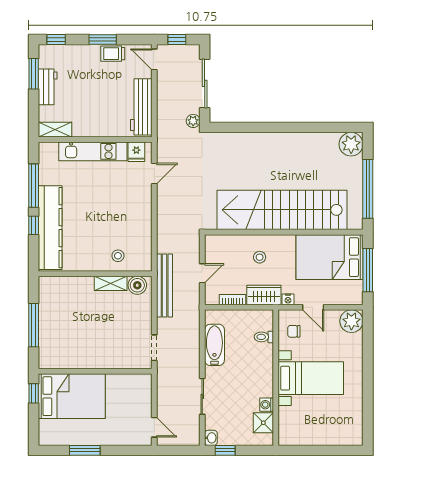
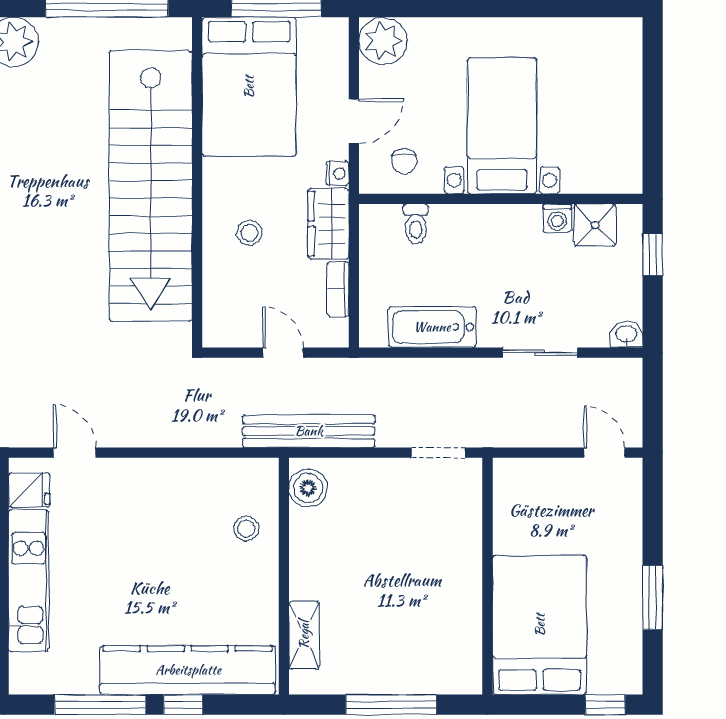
shelving: (111, 283) -> (304, 635), moved
window: (34, 393) -> (605, 705), moved
door: (154, 427) -> (604, 453), hinge flipped
window: (225, 450) -> (653, 255), moved

